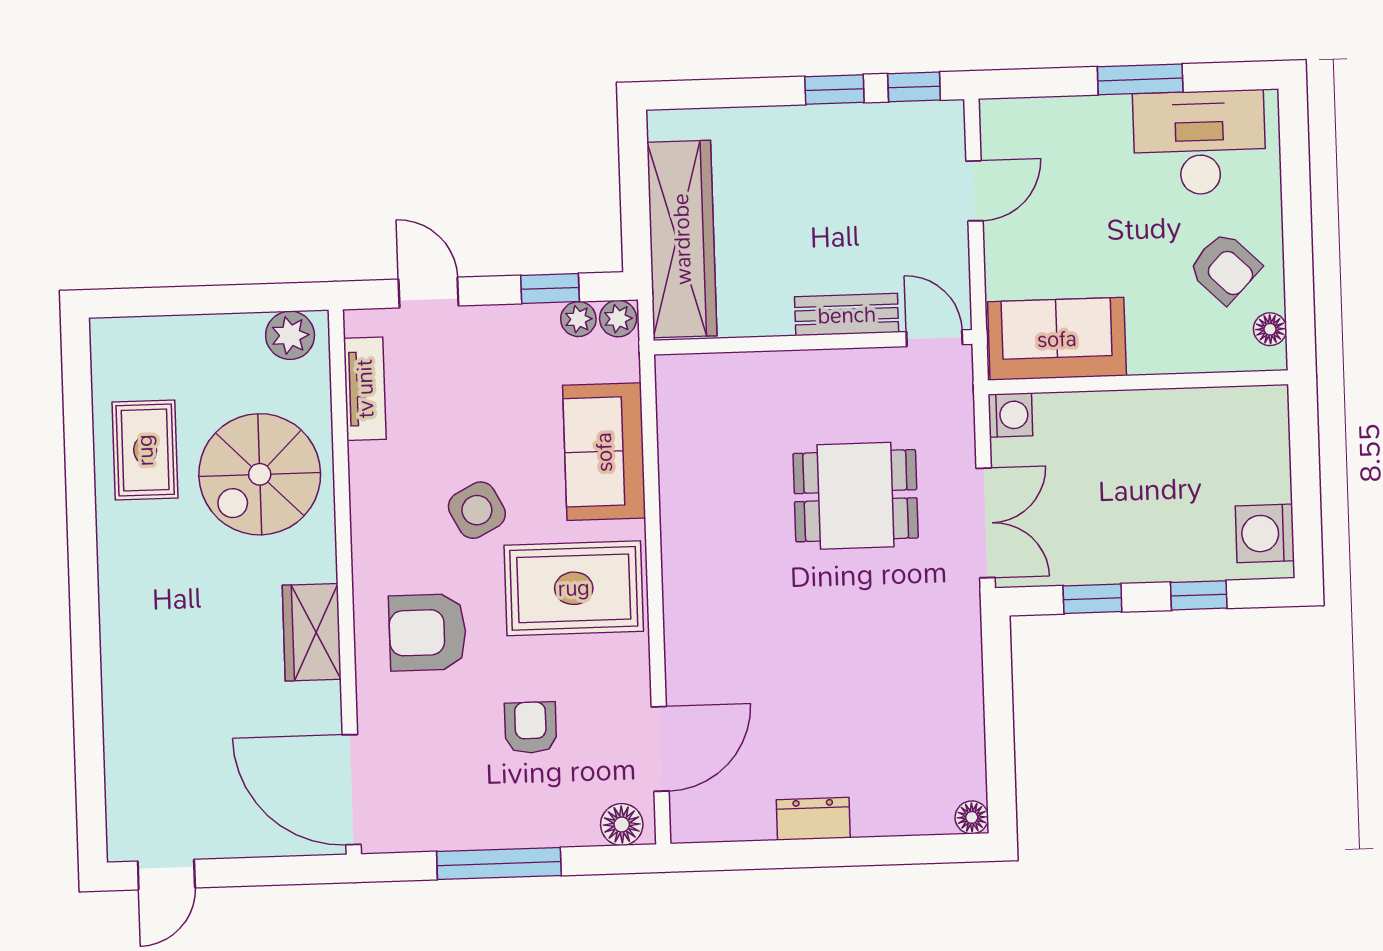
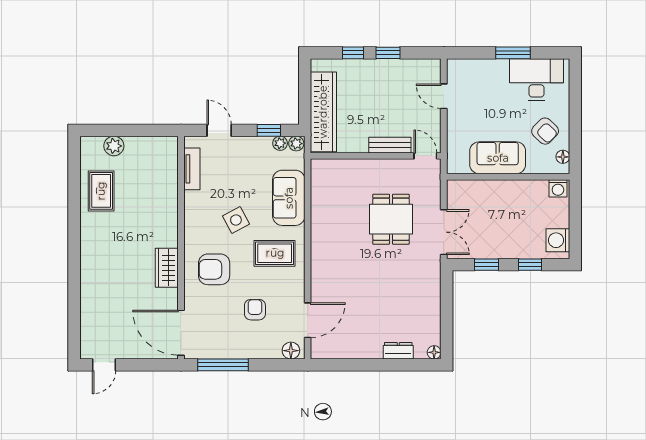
window: (914, 87) -> (353, 53), moved
door: (974, 191) -> (444, 96), swing flipped
plant: (290, 335) -> (114, 146), moved
sofa: (1057, 339) -> (498, 158), moved
washing machine: (1010, 415) -> (558, 188), moved, turned 90
spiral stairs: (260, 474) -> (148, 202), removed
dining table: (856, 496) -> (391, 219), turned 90
rug: (574, 588) -> (275, 253), width x0.73, depth x0.70
dresser: (813, 819) -> (398, 351), moved
window: (499, 864) -> (223, 365), moved

